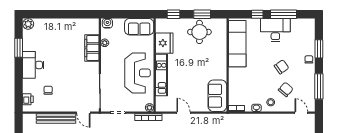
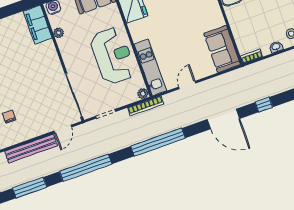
filing cabinet: (92, 48) -> (38, 25), moved
kitchen unit: (161, 75) -> (150, 67), moved
door: (83, 113) -> (63, 129), hinge flipped
door: (183, 113) -> (187, 85), hinge flipped

